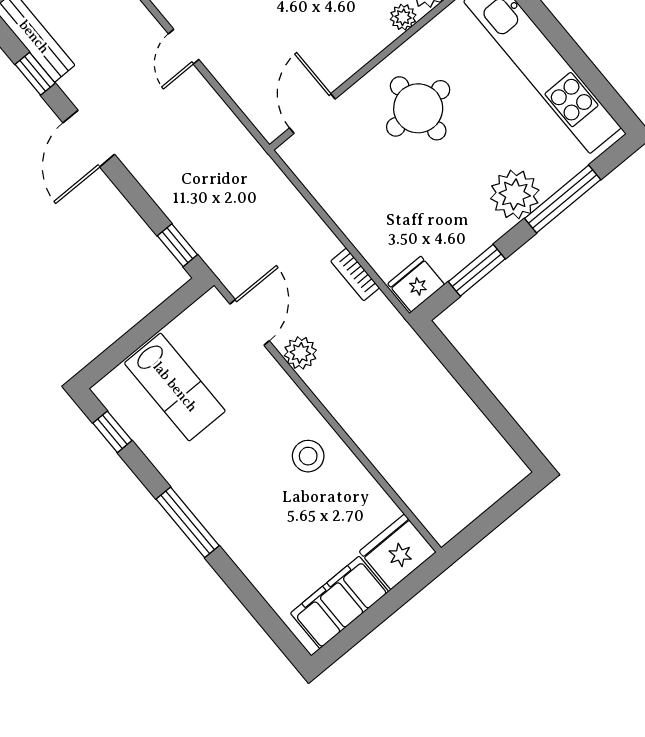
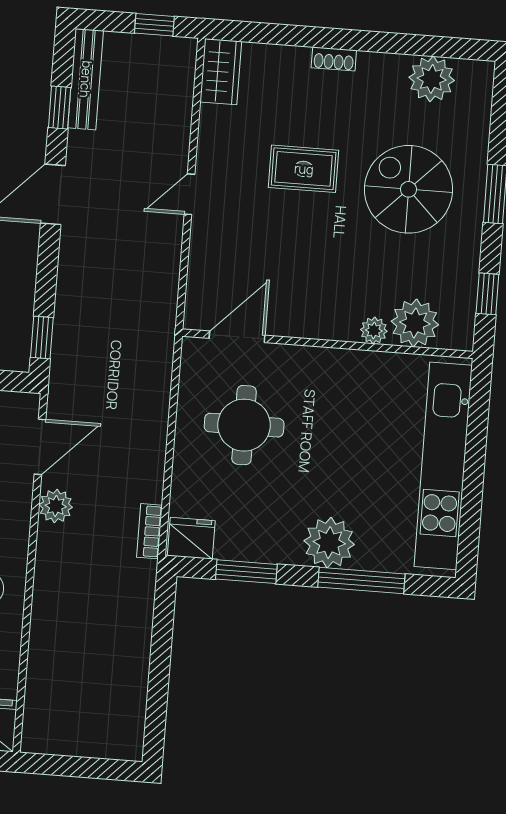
round table: (418, 108) -> (244, 425), moved
bookcase: (355, 274) -> (149, 531), moved

